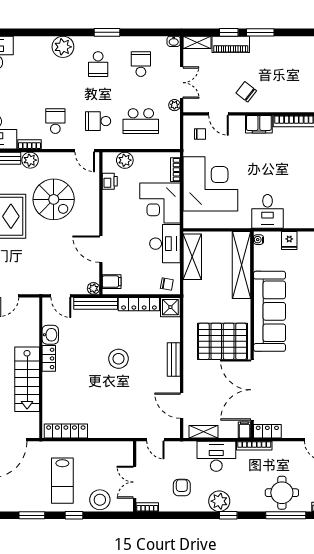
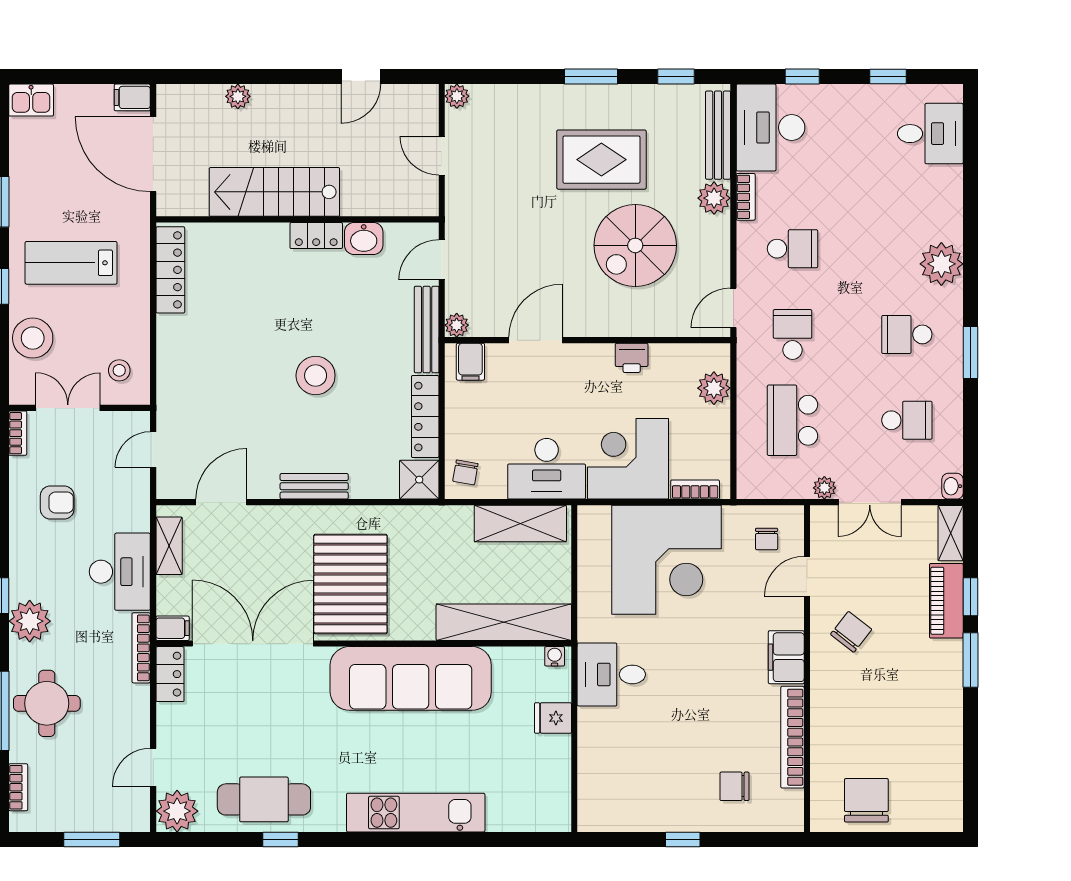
printer: (110, 181) -> (632, 358), moved
stool: (116, 457) -> (119, 370), added
plant: (219, 501) -> (30, 621), moved

